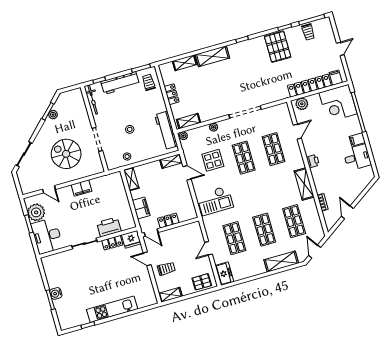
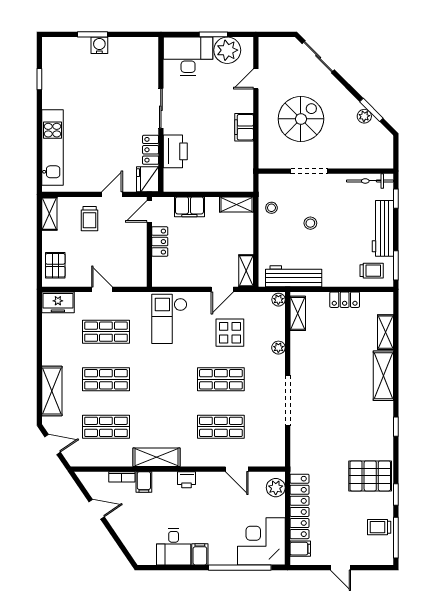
filing cabinet: (322, 187) -> (144, 482), added
kitchen unit: (112, 309) -> (52, 148), moved

